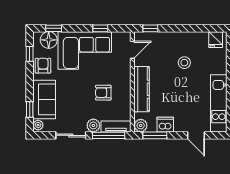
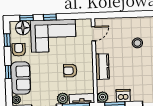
window: (100, 28) -> (50, 17), moved
window: (150, 28) -> (108, 15), removed
kitchen counter: (142, 89) -> (102, 67), width x0.67
window: (30, 110) -> (8, 72), moved

